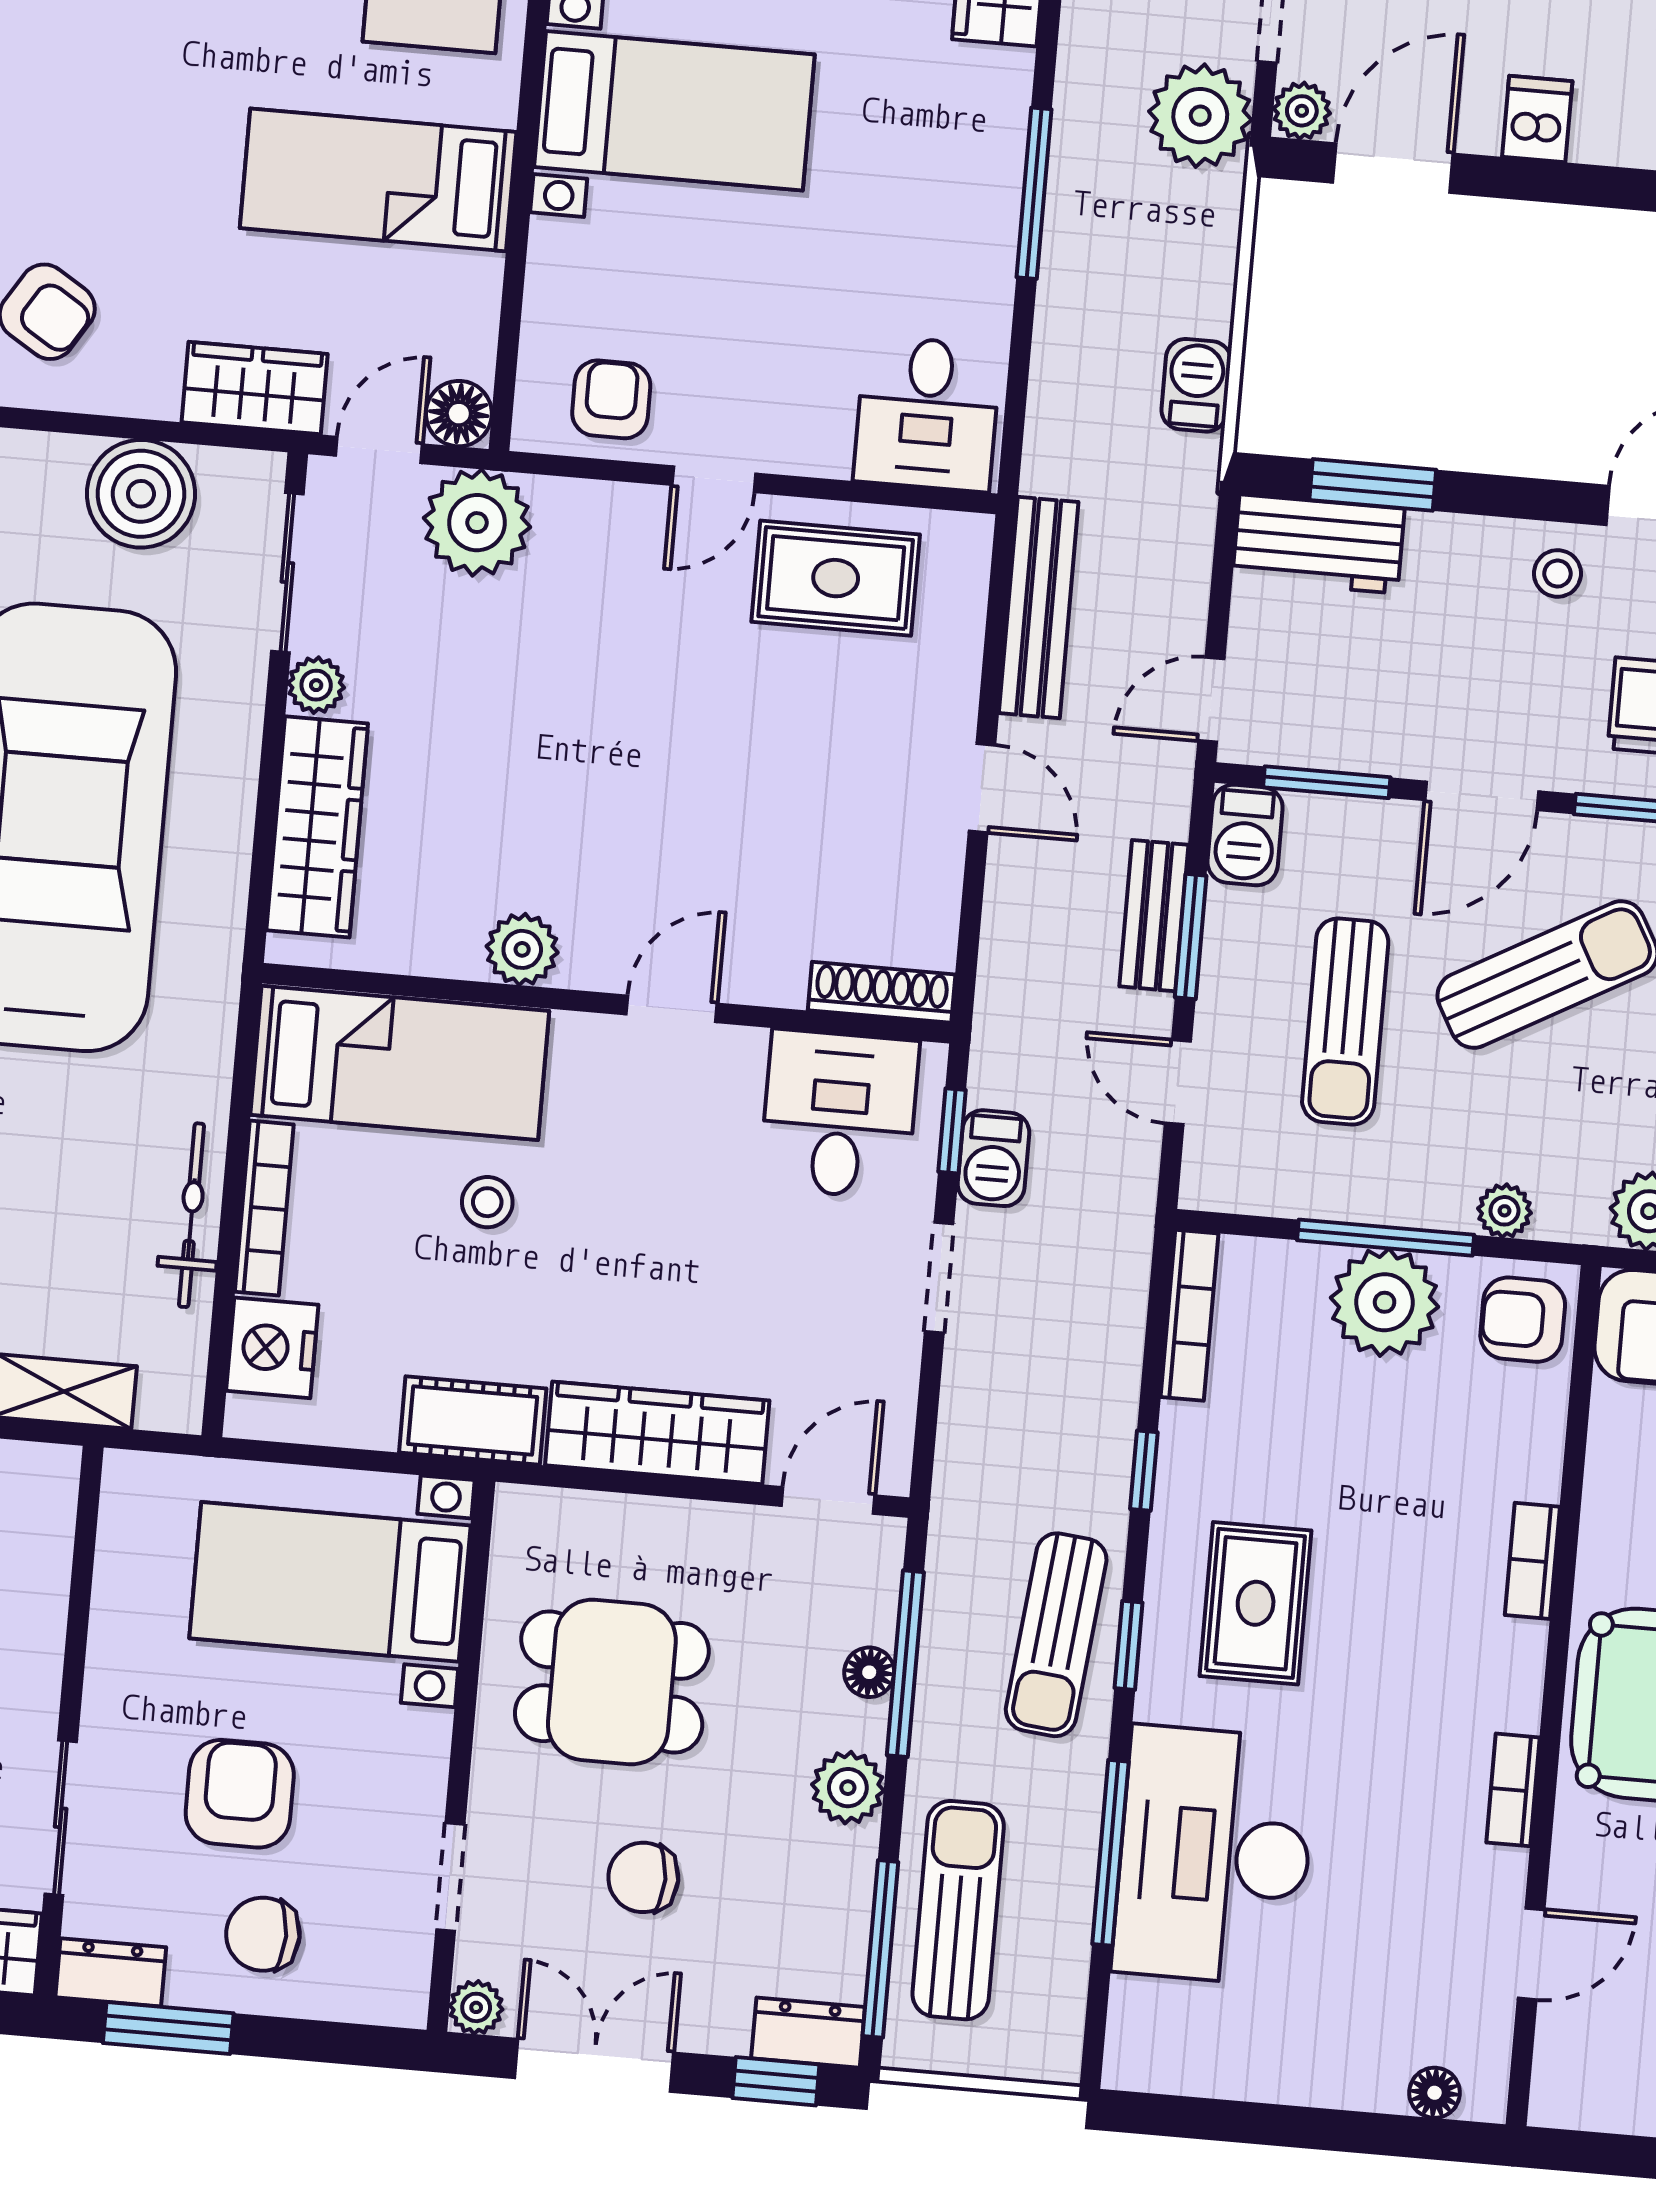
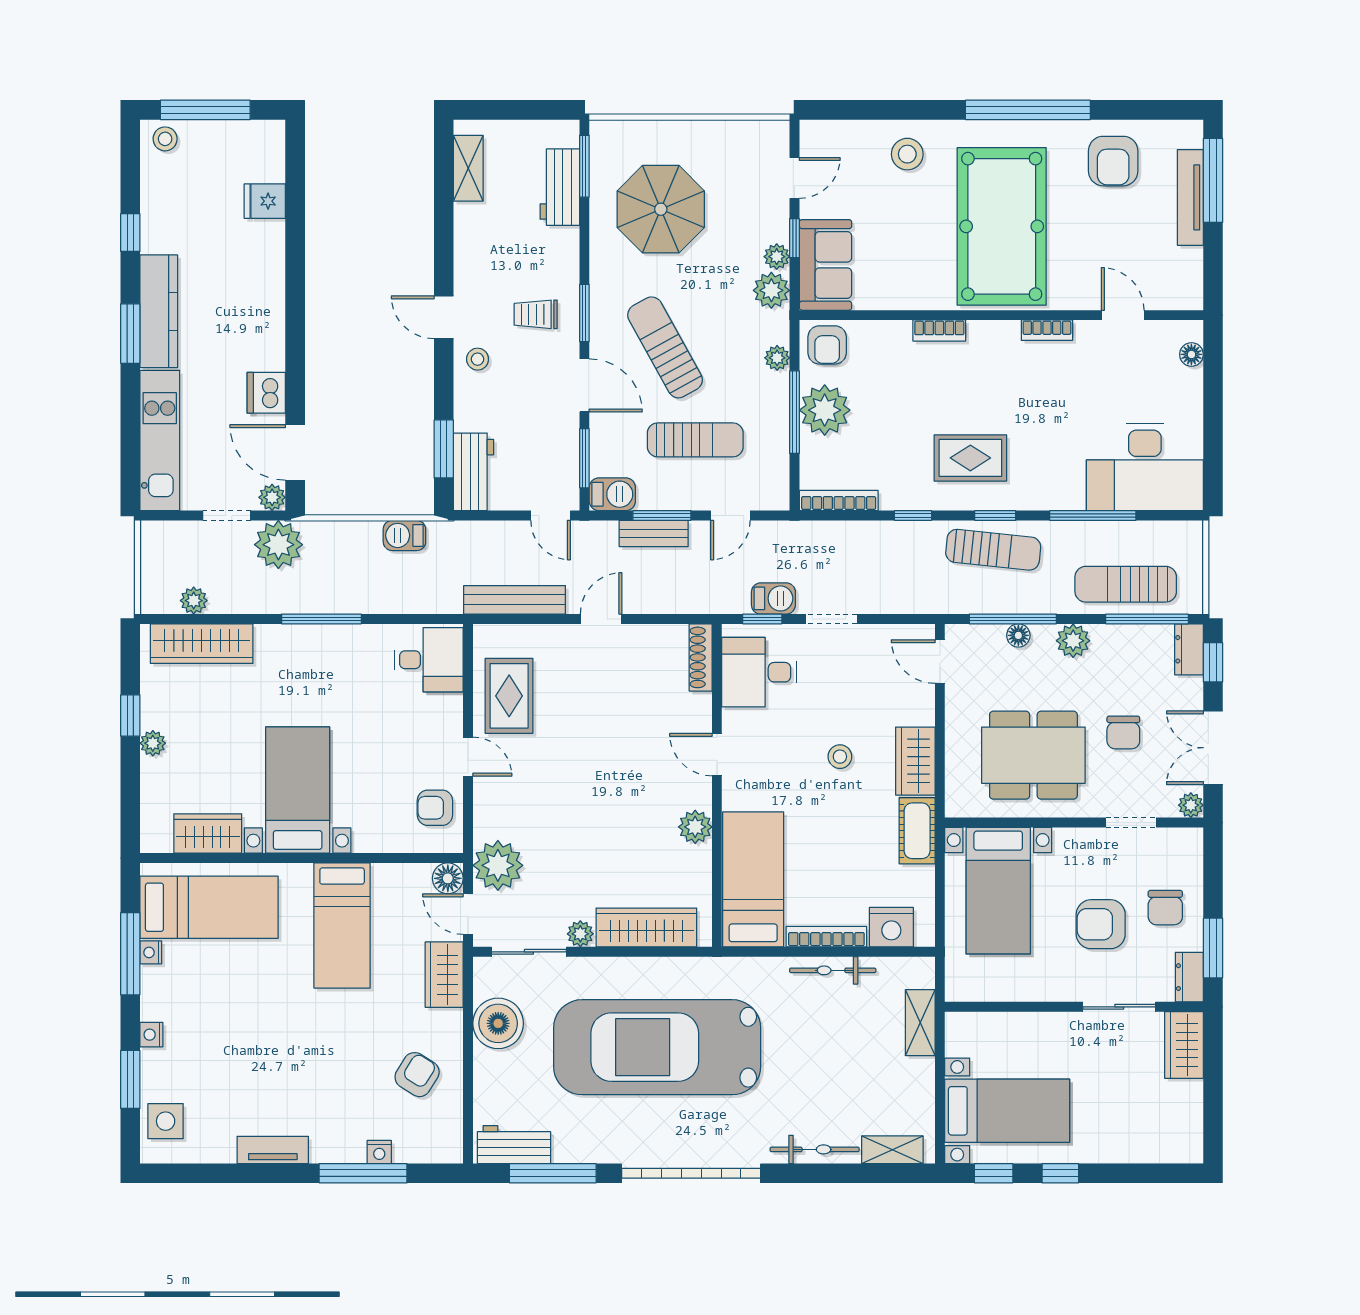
dishwasher: (1537, 119) -> (266, 393), width x1.38
stool: (487, 1202) -> (840, 757), moved
wardrobe: (657, 1433) -> (915, 761), width x0.67
dining table: (612, 1682) -> (1033, 755), width x1.38
desk: (1214, 1856) -> (1145, 467), moved

